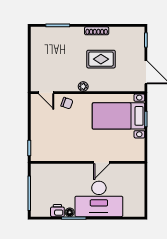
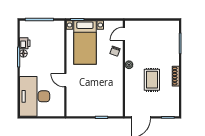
bed with nightstands: (118, 116) -> (85, 43), moved, turned 180
desk: (99, 199) -> (35, 96), moved

